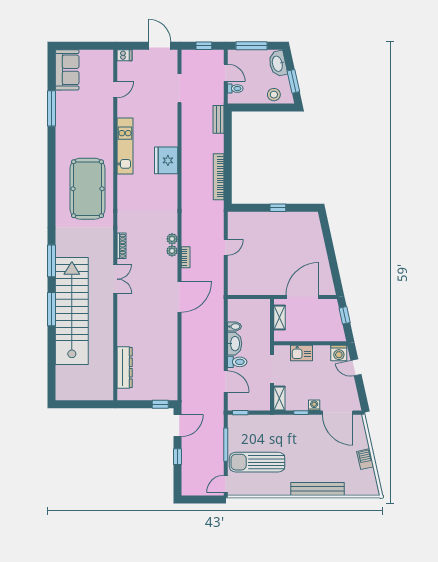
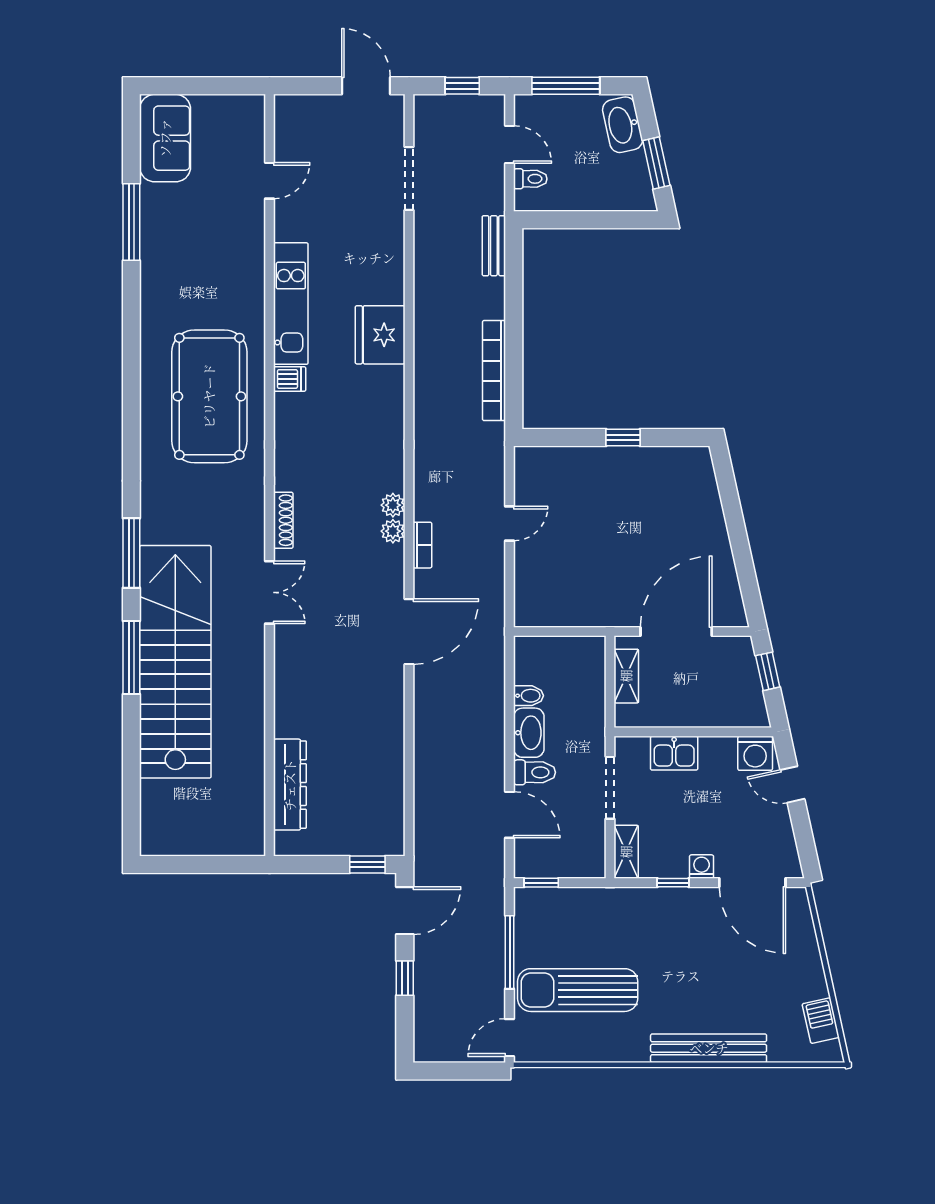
dishwasher: (124, 55) -> (290, 379), moved
stool: (274, 95) -> (614, 192), removed
barbecue: (365, 459) -> (821, 1021), moved

